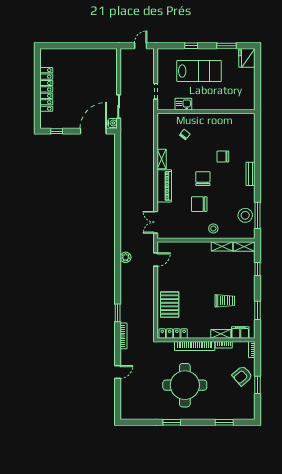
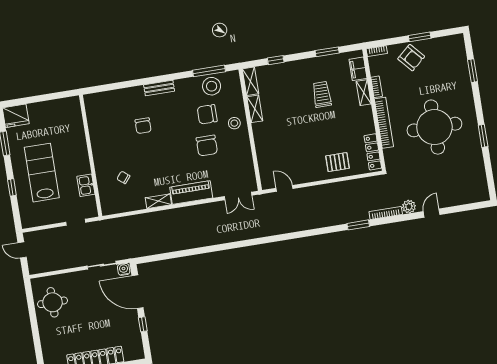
round table: (96, 63) -> (53, 302), added
window: (57, 131) -> (143, 324), moved
chair: (203, 179) -> (207, 114), moved
plant: (126, 257) -> (409, 207), moved
pallet: (170, 305) -> (337, 162), width x0.67, depth x0.71
door: (118, 372) -> (432, 213), hinge flipped

